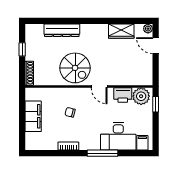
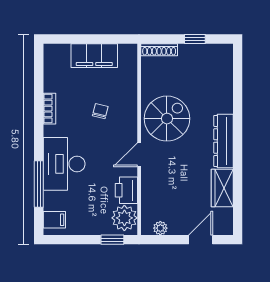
plant: (148, 29) -> (160, 228), moved
dresser: (62, 30) -> (224, 141), moved
spiral stairs: (75, 68) -> (167, 119), turned 180
desk: (118, 136) -> (64, 164), moved
window: (102, 153) -> (39, 184), moved

